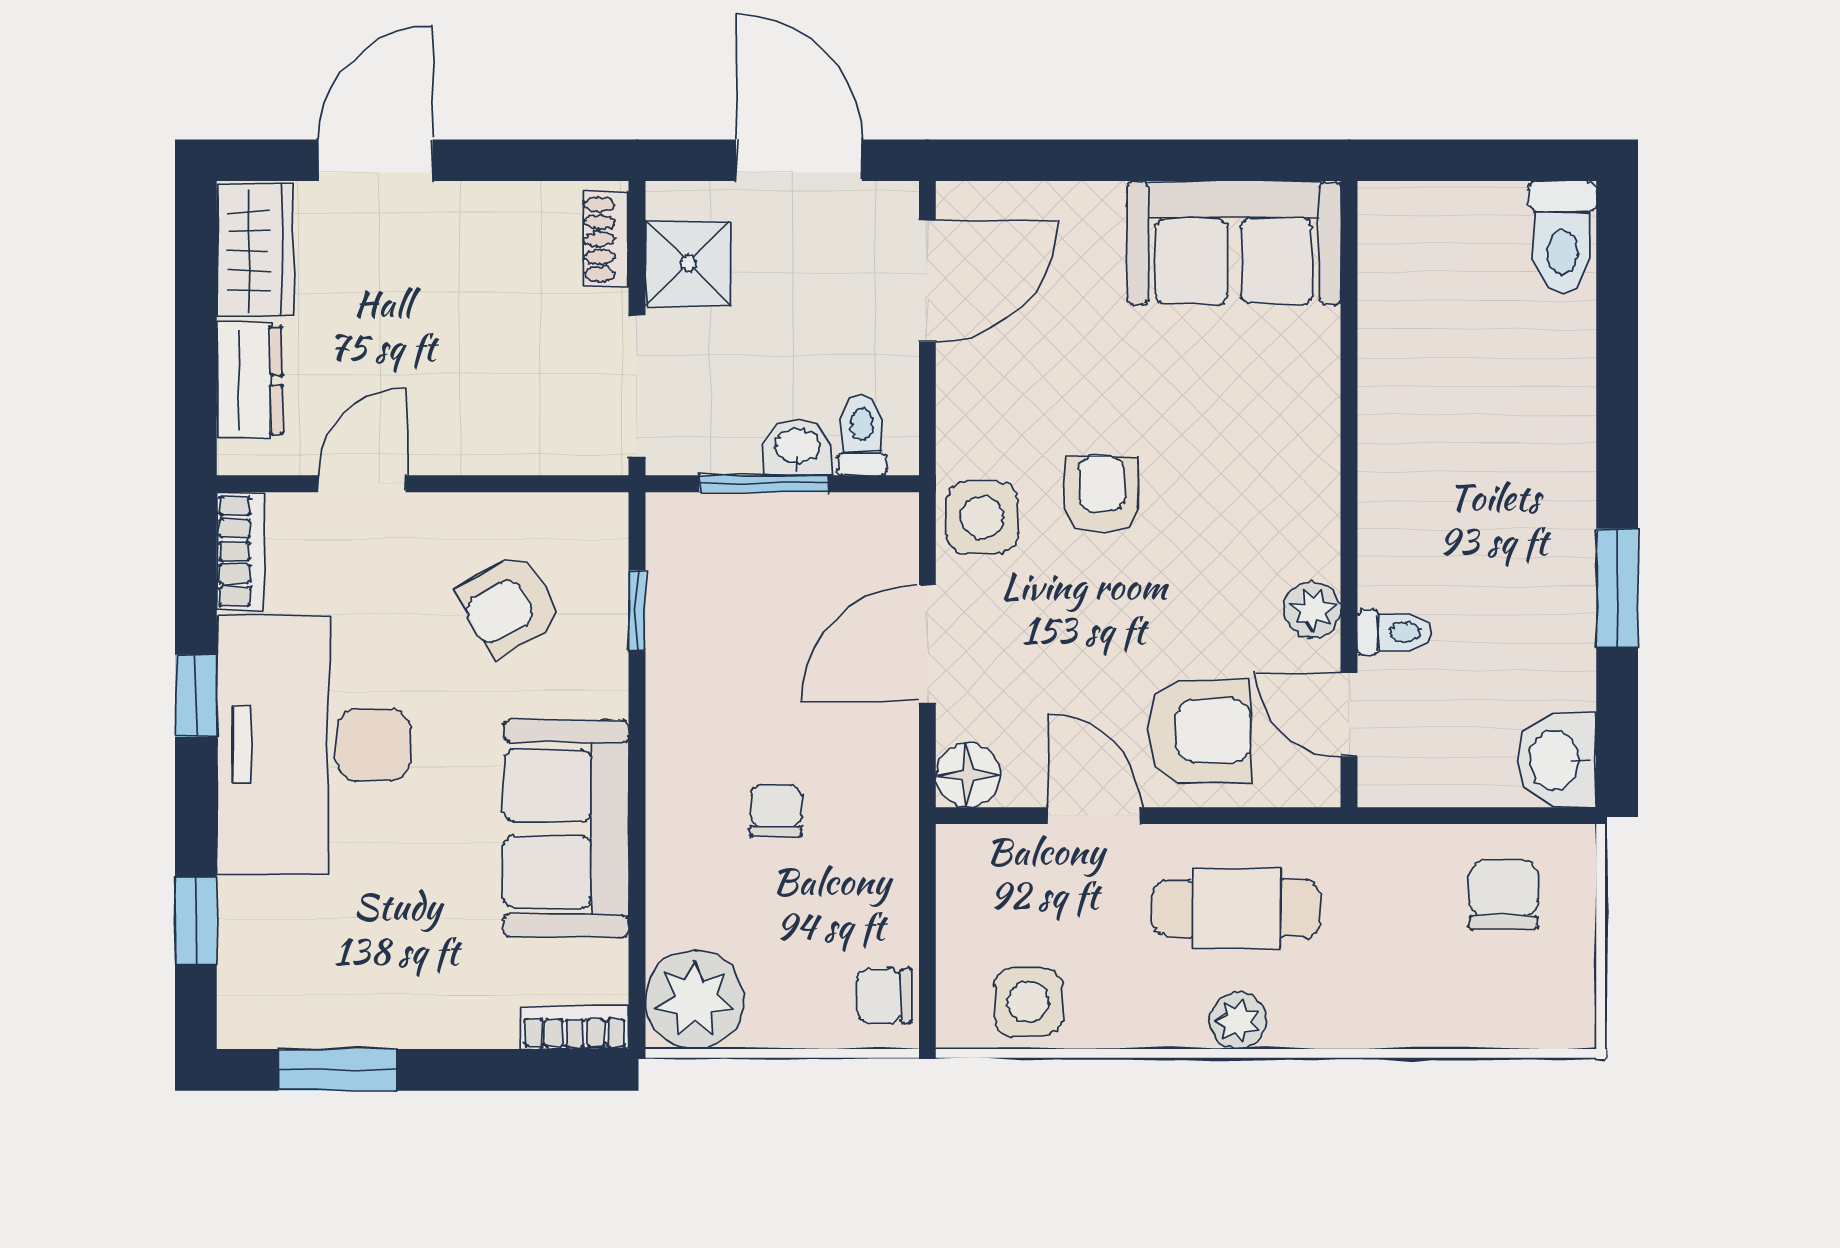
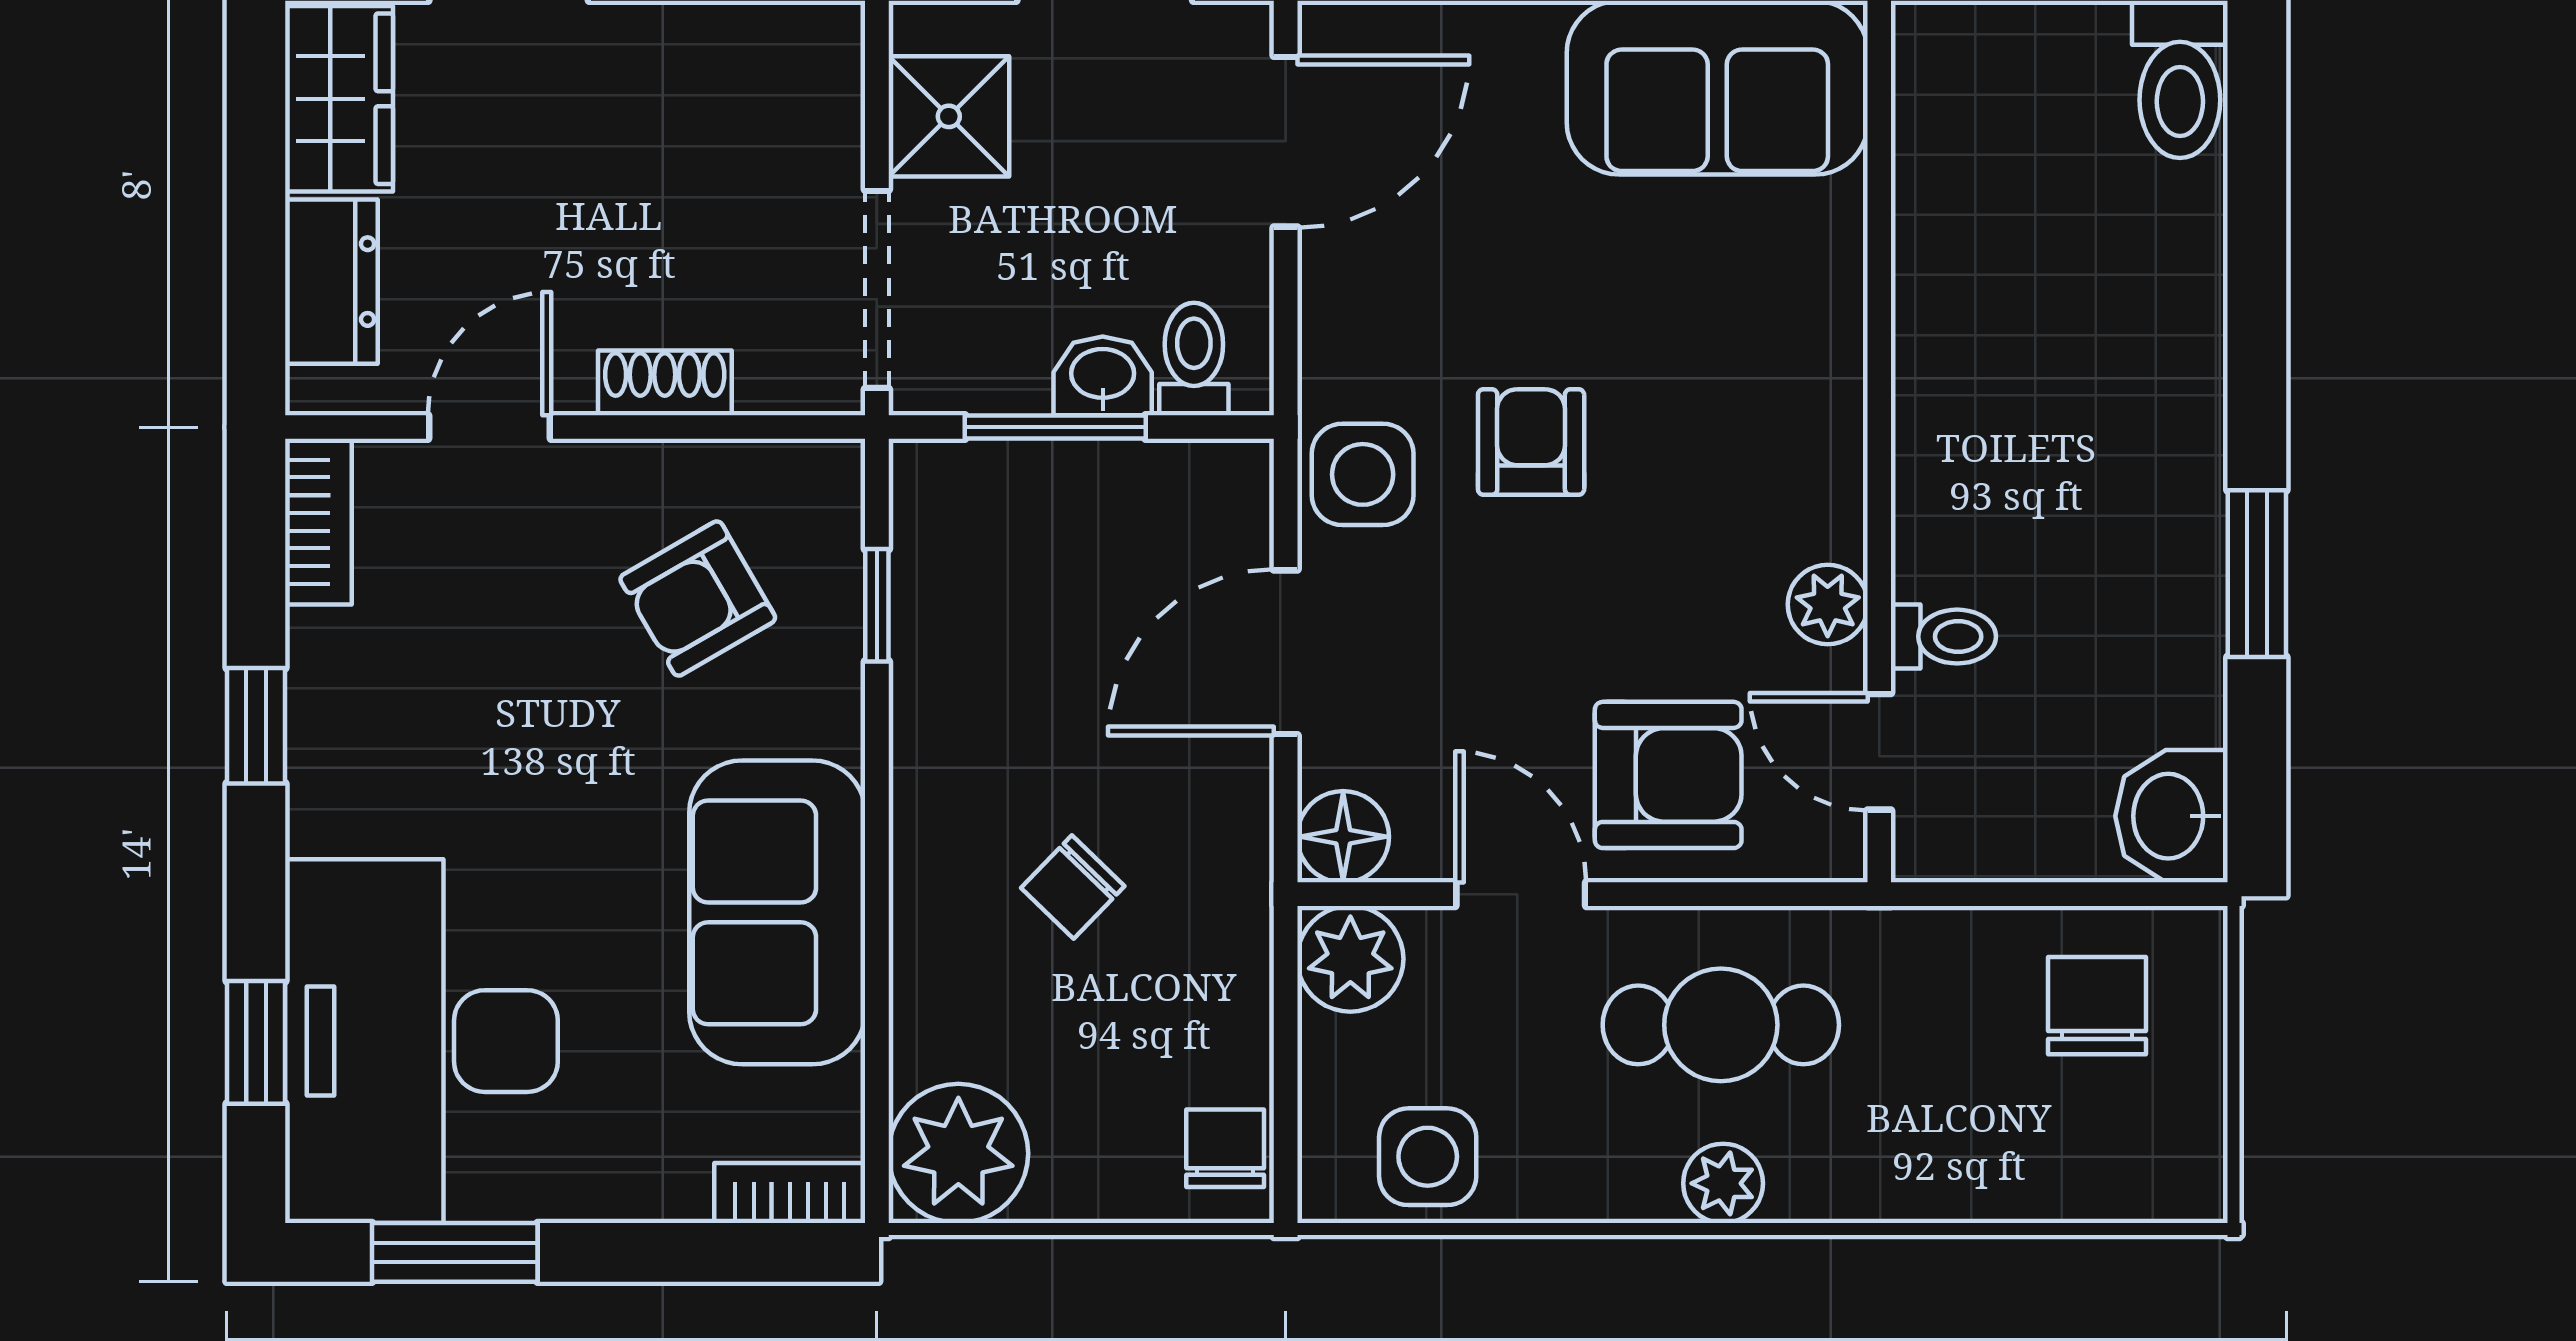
shoe rack: (606, 239) -> (665, 383), moved, turned 90
desk: (314, 745) -> (421, 1041), moved
chair: (776, 811) -> (1073, 887), turned -136
plant: (973, 861) -> (1350, 959), added
chair: (884, 996) -> (1225, 1148), turned 90

